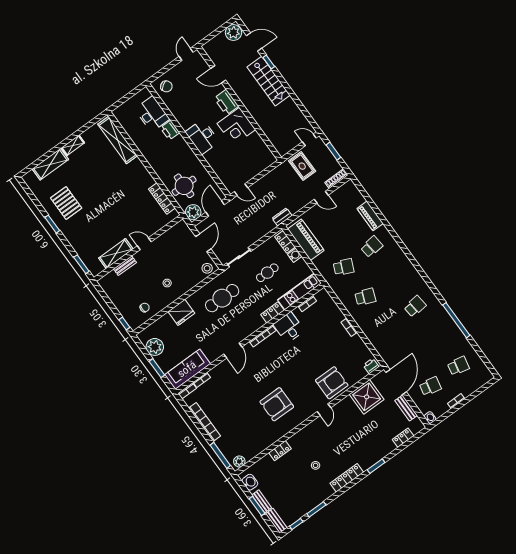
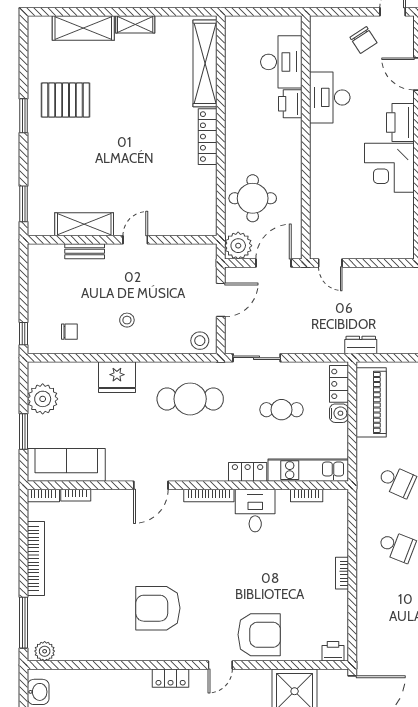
chair: (166, 86) -> (363, 40), moved
desk: (202, 137) -> (330, 97), moved
locker: (162, 198) -> (208, 137), moved
pallet: (66, 203) -> (66, 100), turned 90
door: (144, 244) -> (135, 240), hinge flipped
locker: (280, 451) -> (171, 678), moved

